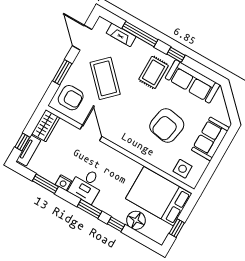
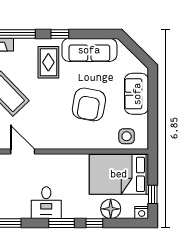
nightstand: (63, 183) -> (142, 213), moved

